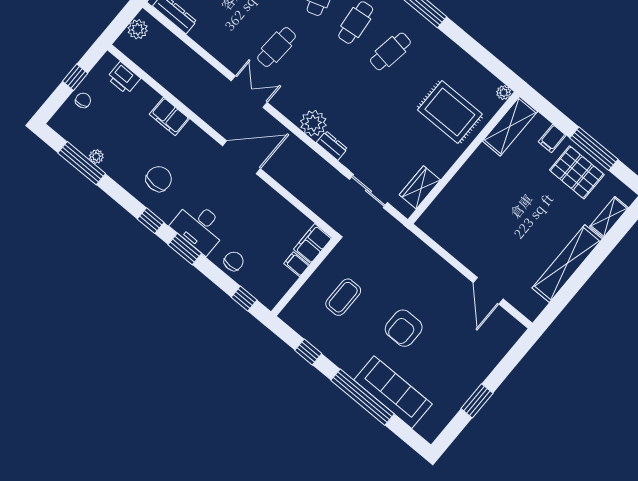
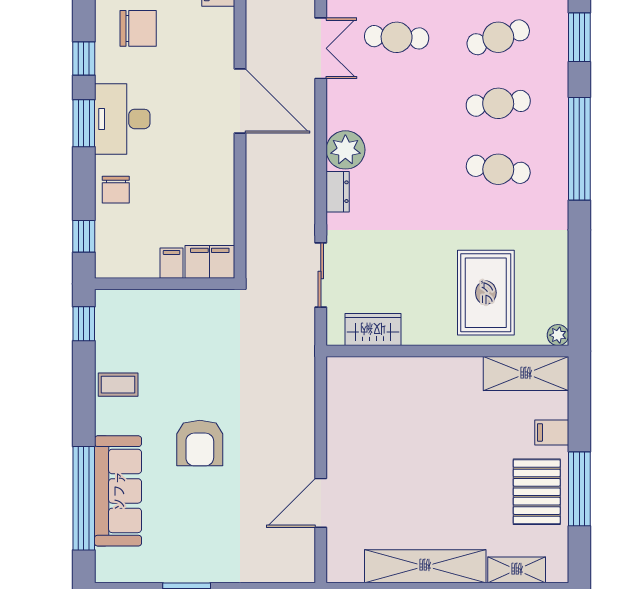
chair: (234, 261) -> (116, 190), turned 90
coffee table: (343, 297) -> (118, 385), moved, width x0.73, depth x0.77
armchair: (404, 328) -> (200, 443), turned -90
window: (308, 352) -> (84, 324), moved
window: (363, 397) -> (84, 498), moved

